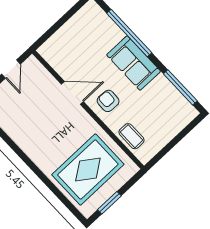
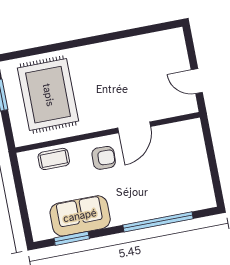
sofa: (134, 63) -> (80, 216), moved
window: (180, 87) -> (72, 238), width x0.69

